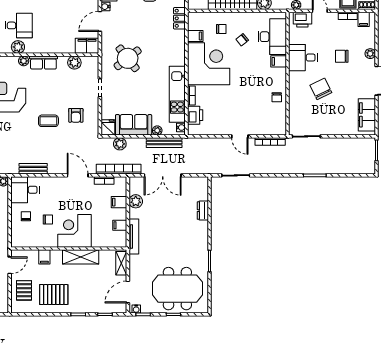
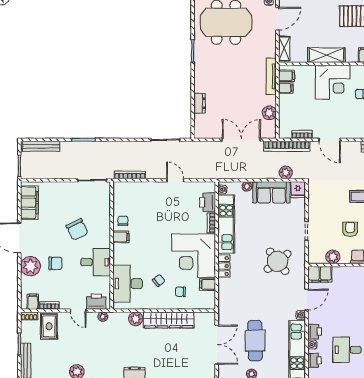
locker: (179, 18) -> (224, 266), moved
plant: (370, 54) -> (30, 266), width x1.87, depth x1.87
filing cabinet: (279, 61) -> (121, 237), moved
armchair: (76, 115) -> (350, 229), moved
door: (240, 136) -> (175, 180), moved
bench: (164, 143) -> (41, 146), moved
filing cabinet: (119, 202) -> (287, 76), moved

